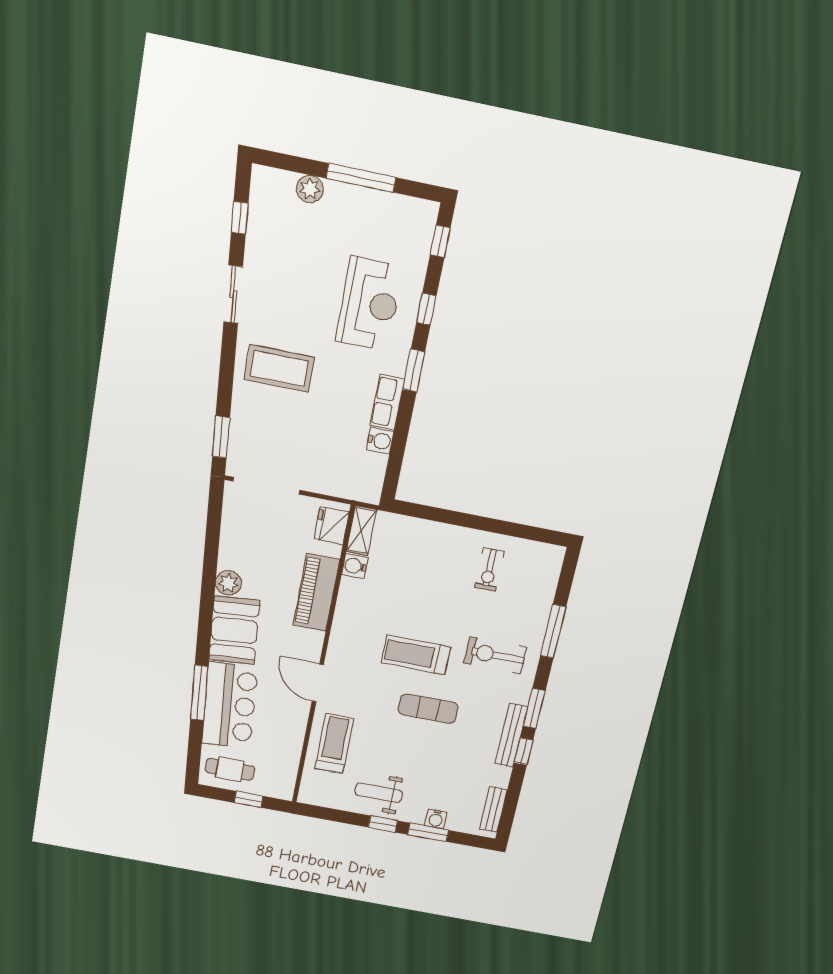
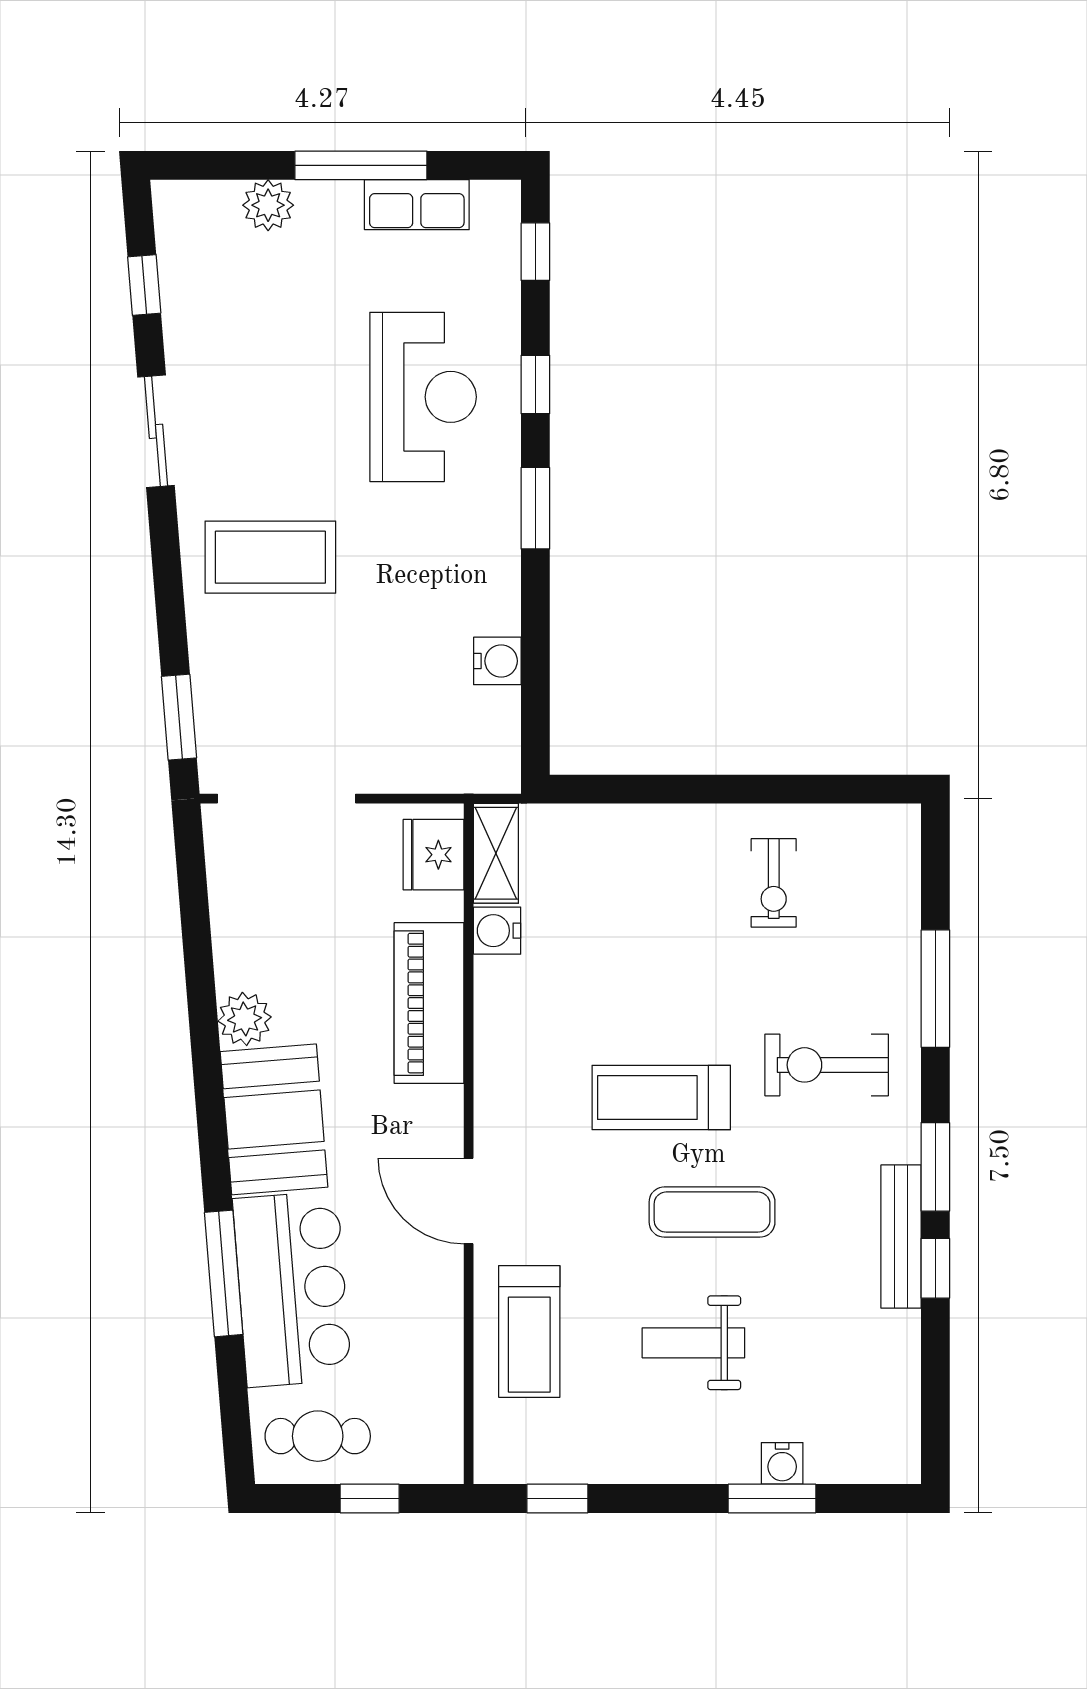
row of seats: (387, 402) -> (417, 205), moved, turned -90
treadmill: (334, 744) -> (529, 1331), turned 180
weight bench: (379, 793) -> (693, 1343), moved
bench: (493, 810) -> (901, 1416), removed
window: (383, 824) -> (557, 1498), moved

